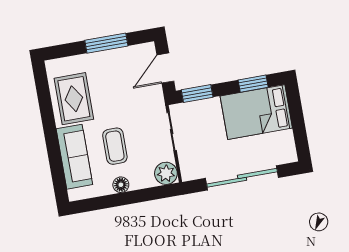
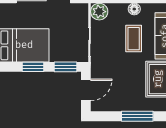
window: (106, 43) -> (137, 116), moved
window: (253, 84) -> (33, 67), moved

